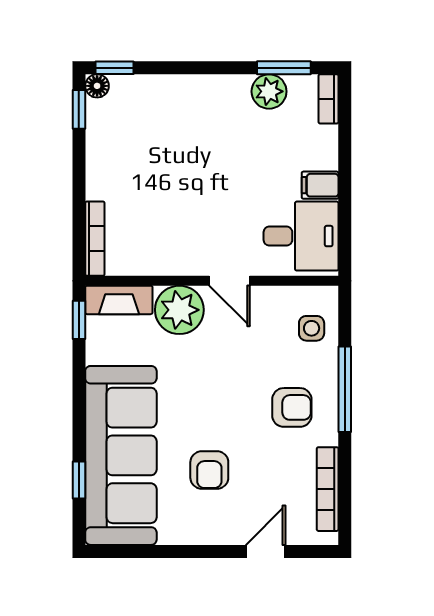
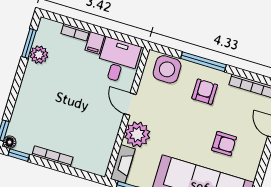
bookcase: (328, 99) -> (75, 32), moved
bookcase: (95, 239) -> (52, 156), moved
door: (230, 281) -> (130, 104), swing flipped
side table: (312, 328) -> (167, 69), width x1.87, depth x1.87

